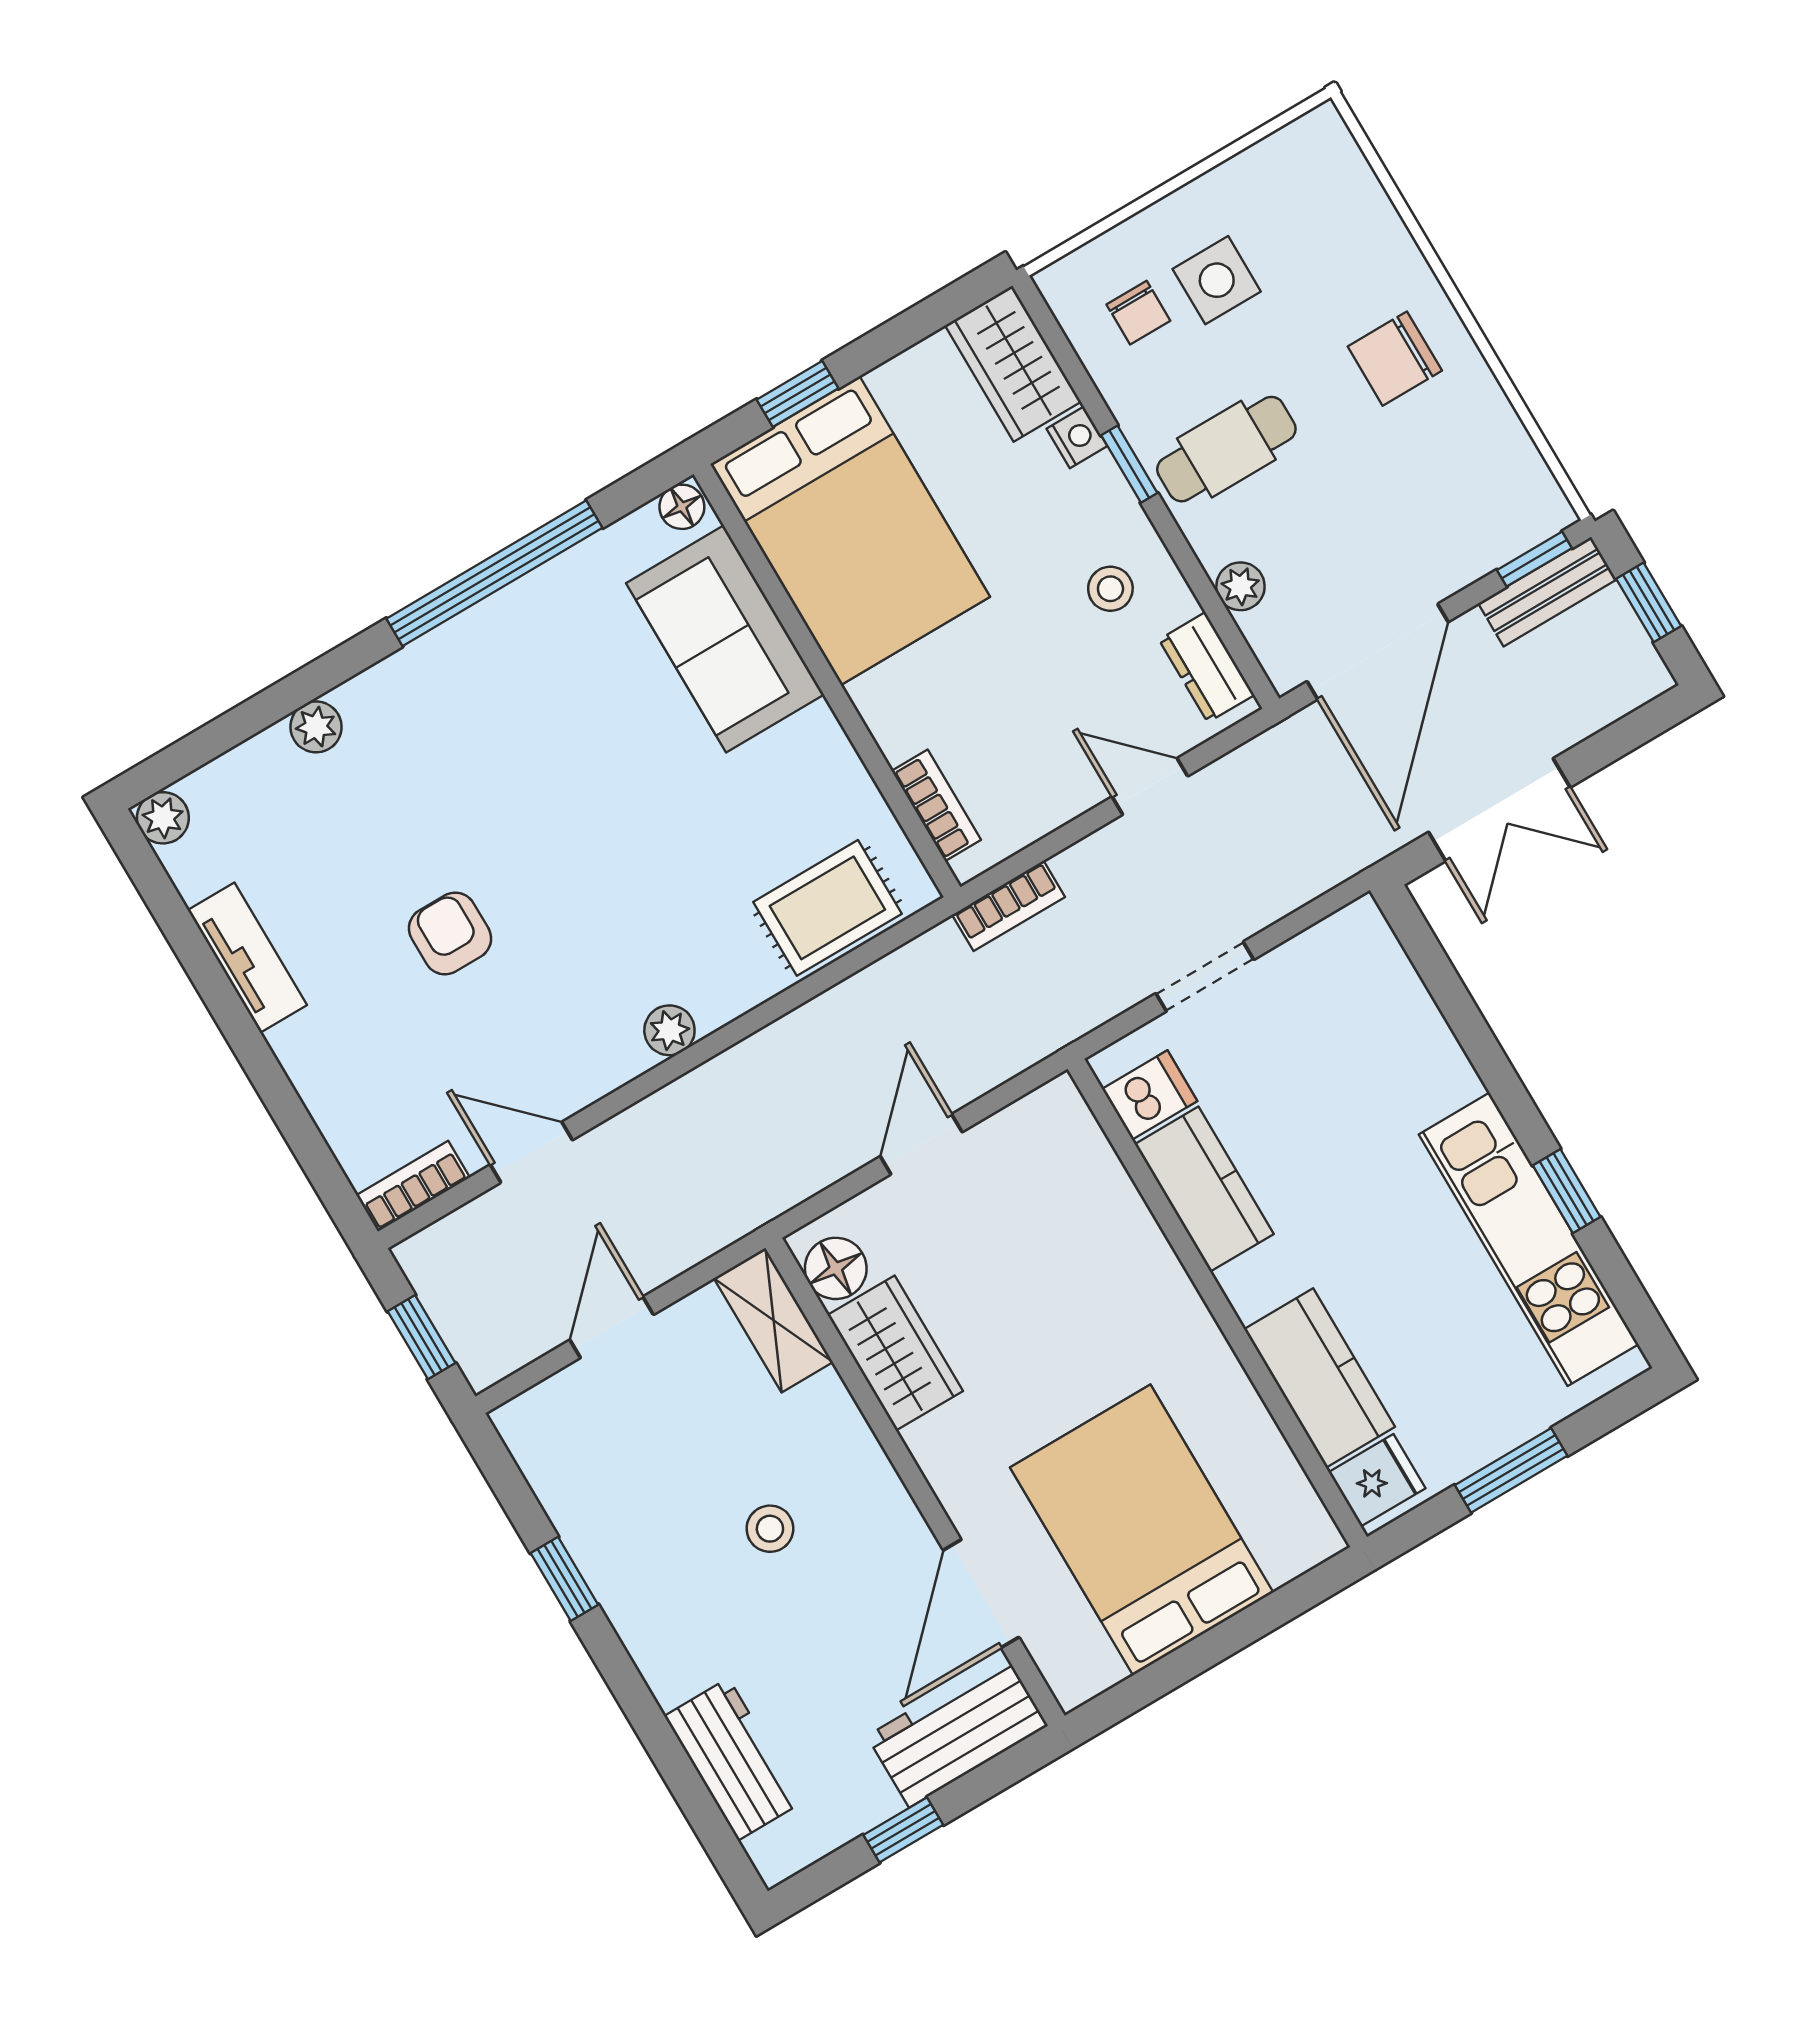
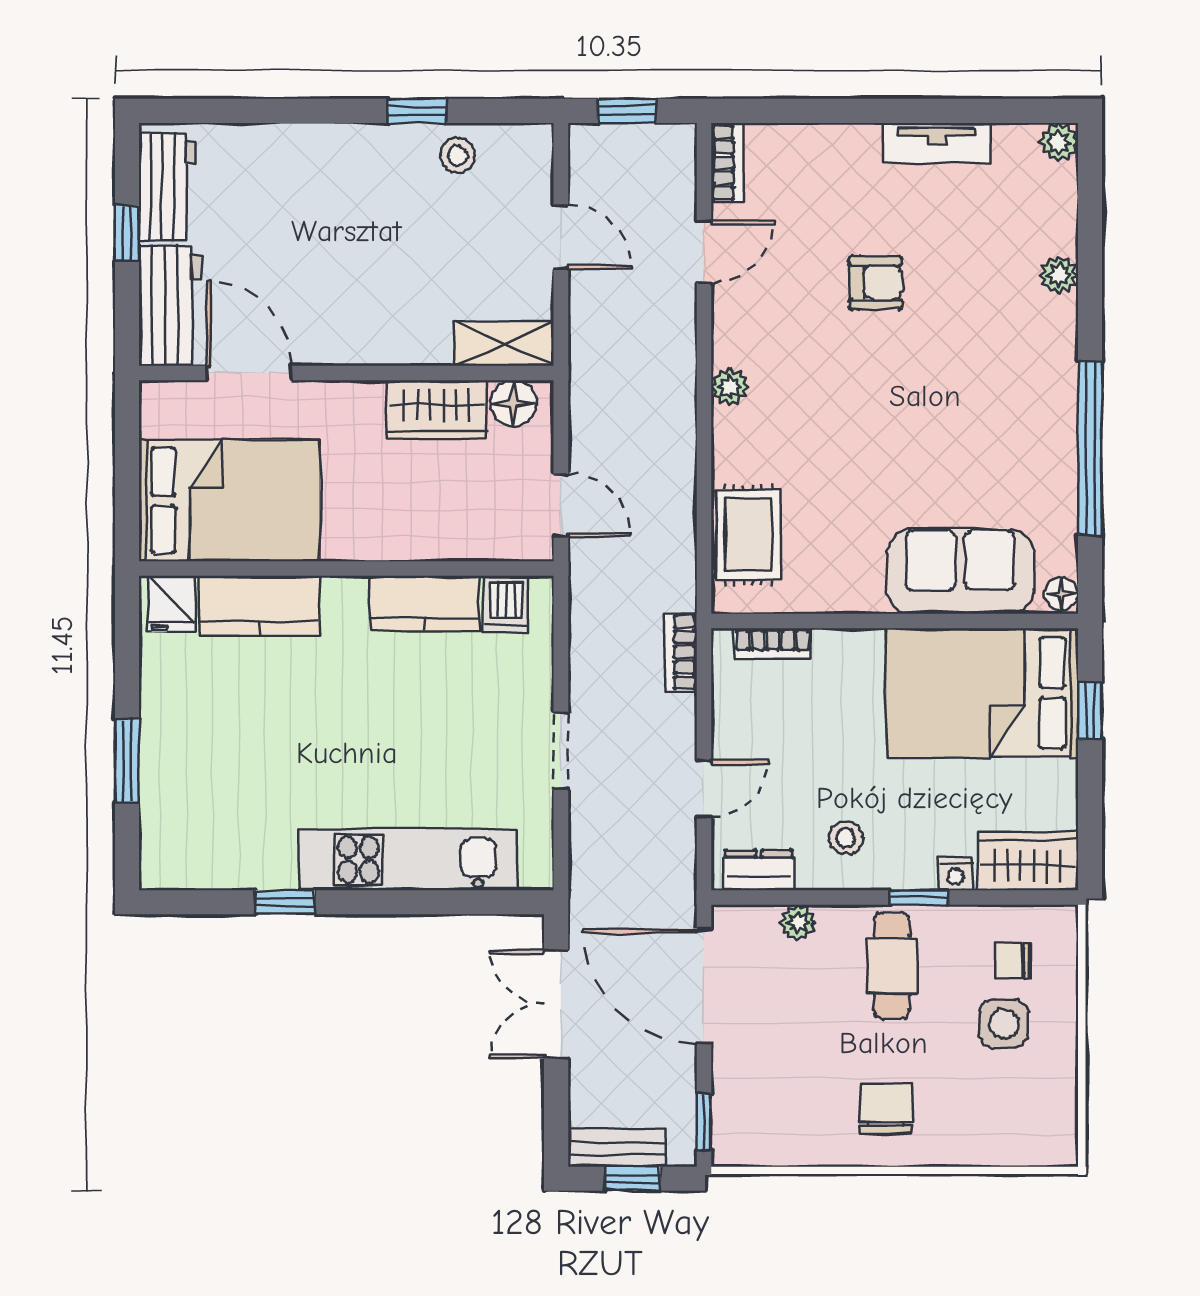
bench: (1547, 592) -> (617, 1148), moved, turned 90
dishwasher: (1150, 1095) -> (506, 604), moved
kitchen counter: (1204, 1189) -> (424, 603), moved
kitchen unit: (1529, 1239) -> (409, 859), moved
wall: (1217, 1303) -> (346, 568), moved
kitchen counter: (1320, 1378) -> (259, 606), moved
fridge: (1377, 1480) -> (172, 604), moved
stool: (770, 1529) -> (458, 156), moved
workbench: (733, 1759) -> (167, 187), moved, turned -90

